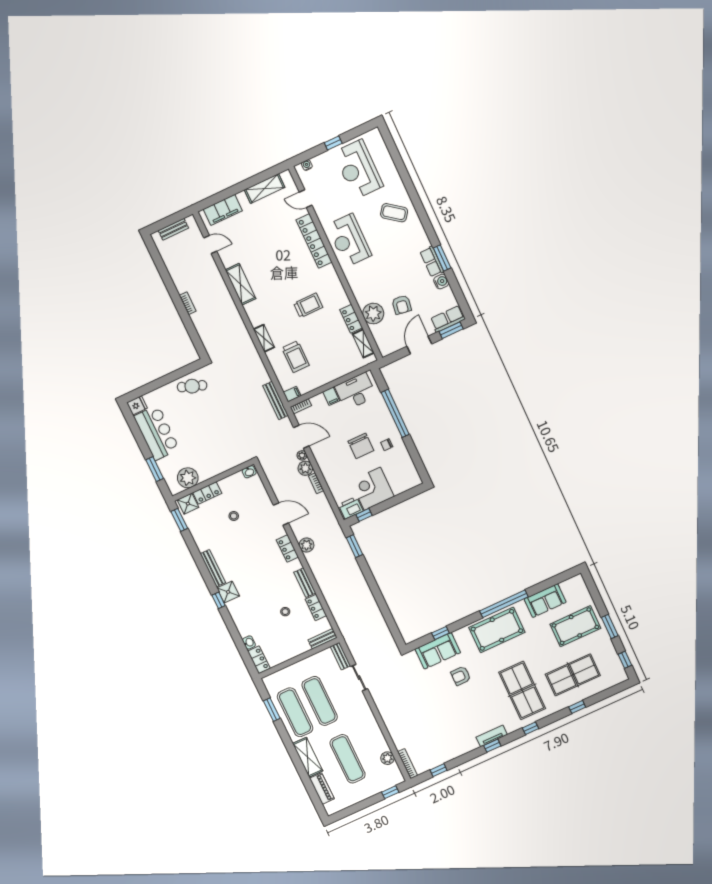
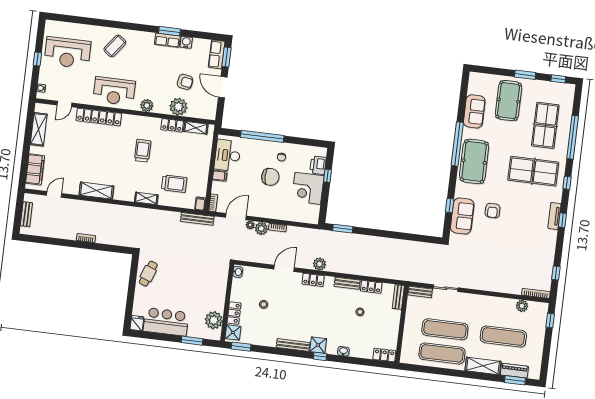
plant: (355, 282) -> (147, 105), added
printer: (351, 508) -> (318, 165), moved
window: (364, 515) -> (327, 176), moved
washbasin: (249, 642) -> (343, 351), moved
window: (577, 707) -> (573, 137), width x3.17
window: (272, 710) -> (515, 380), moved

